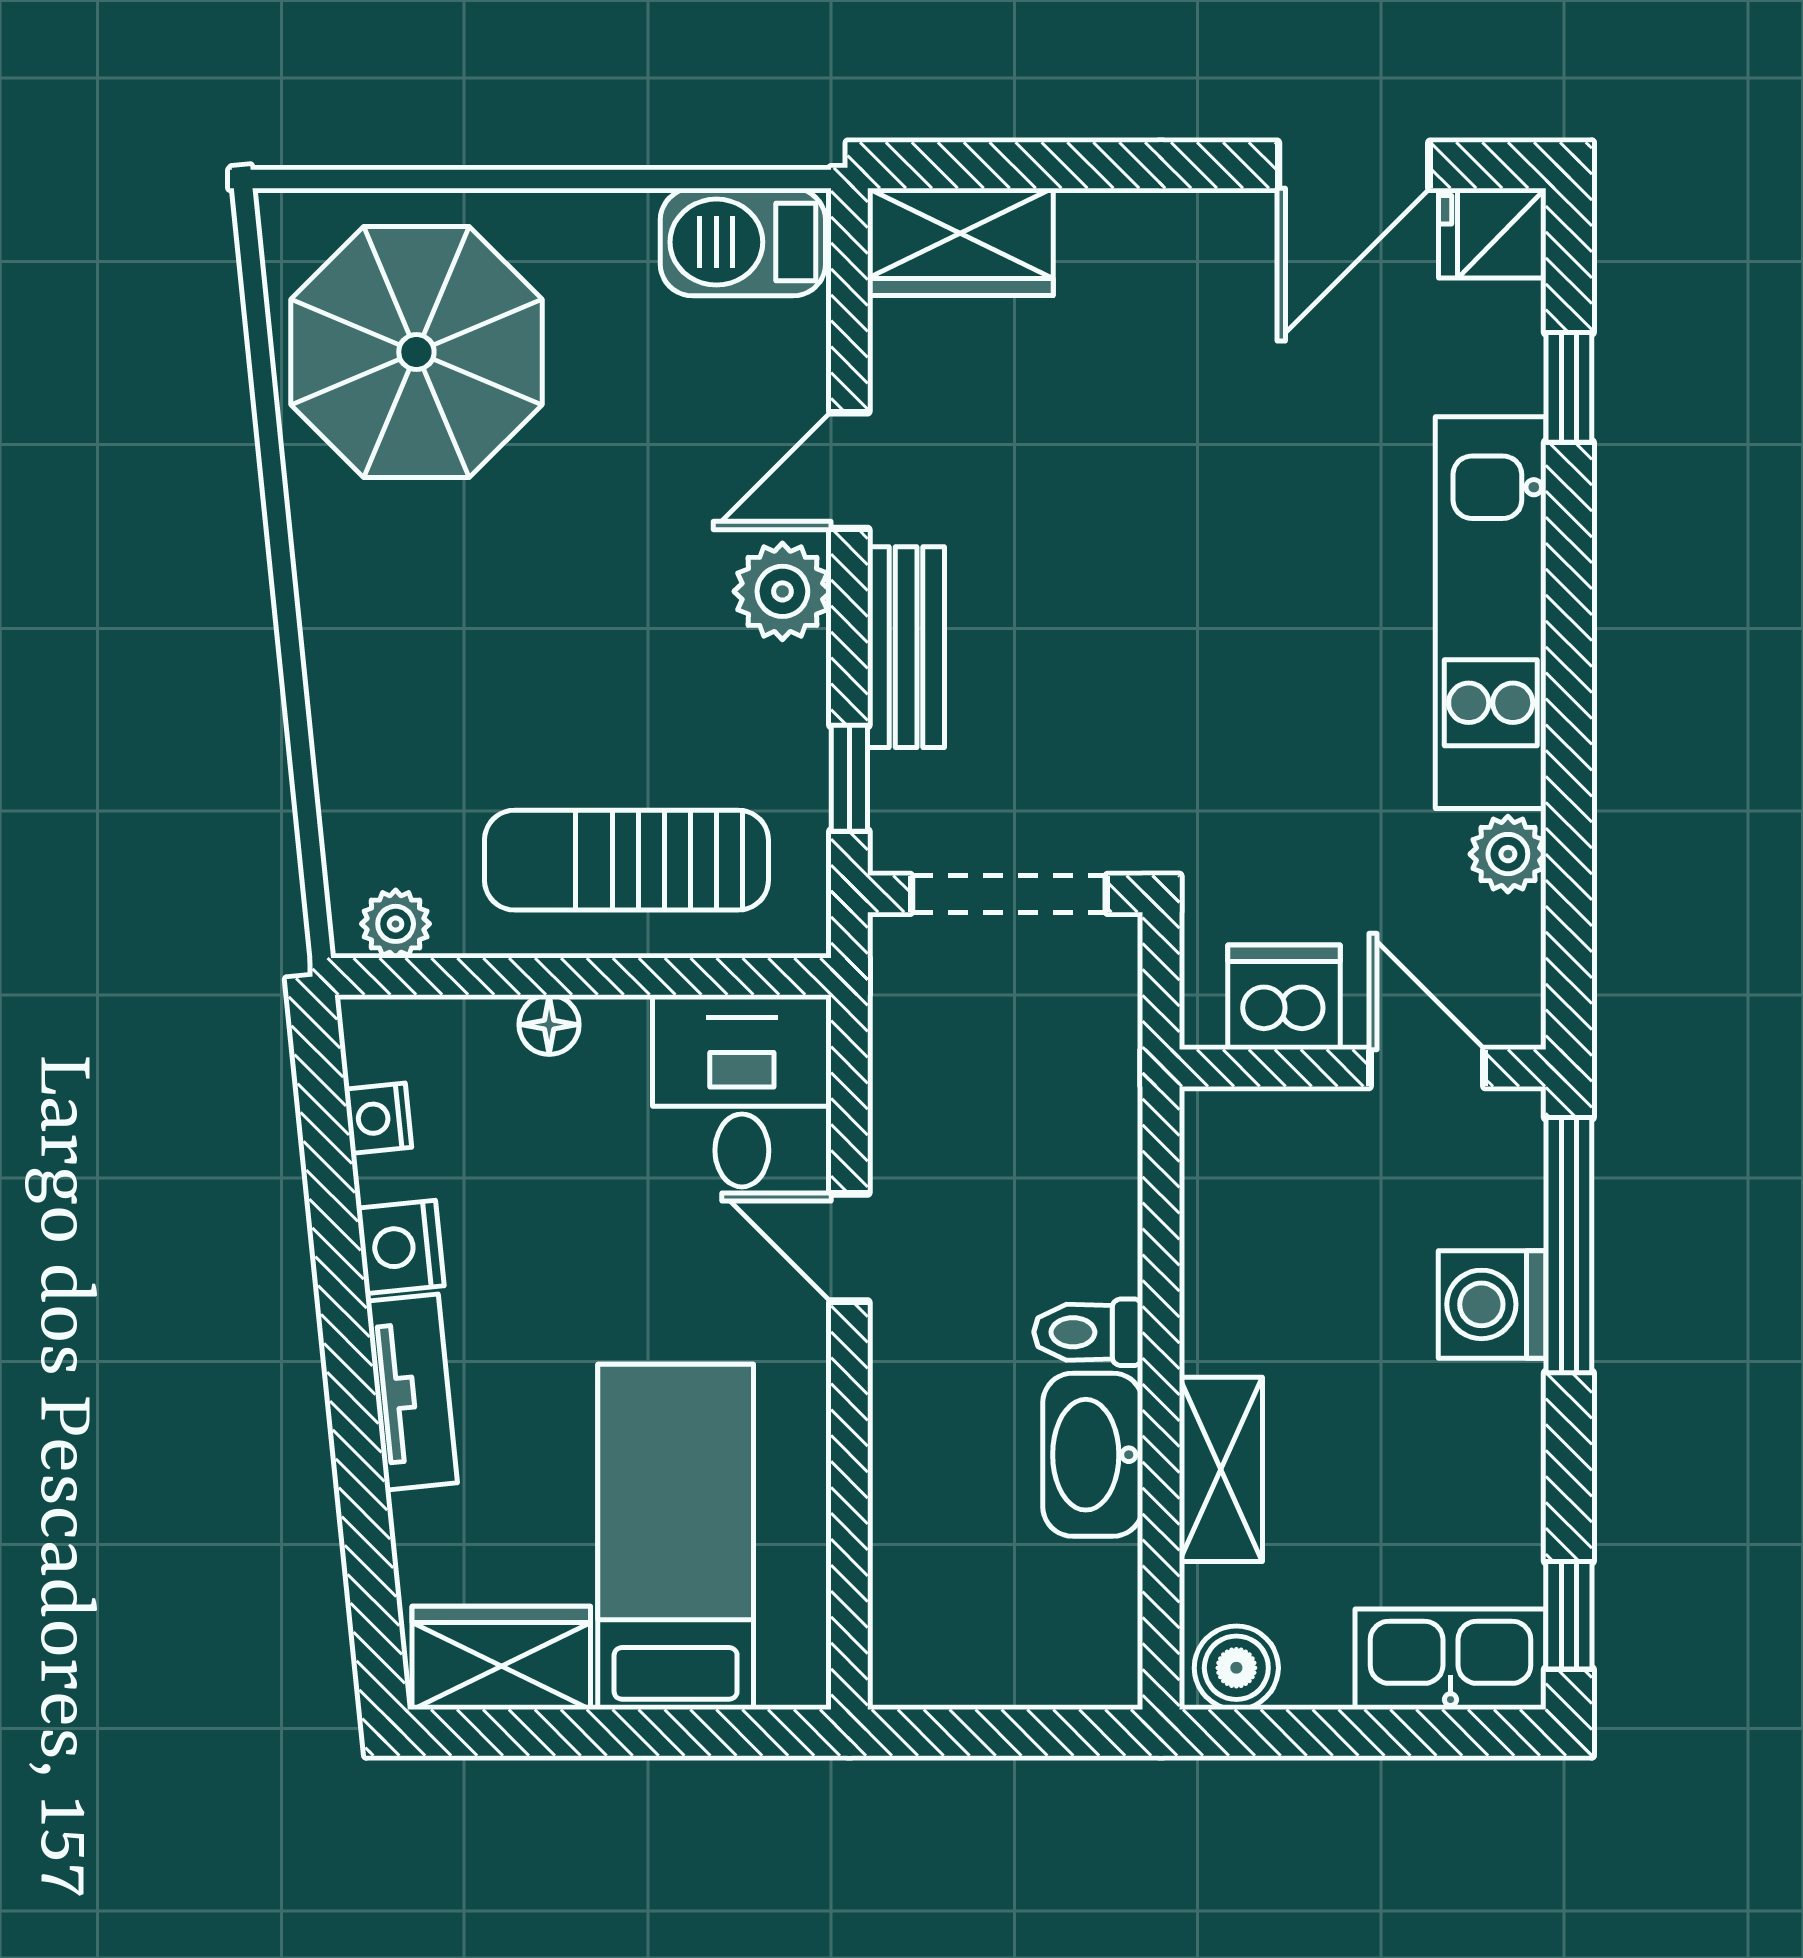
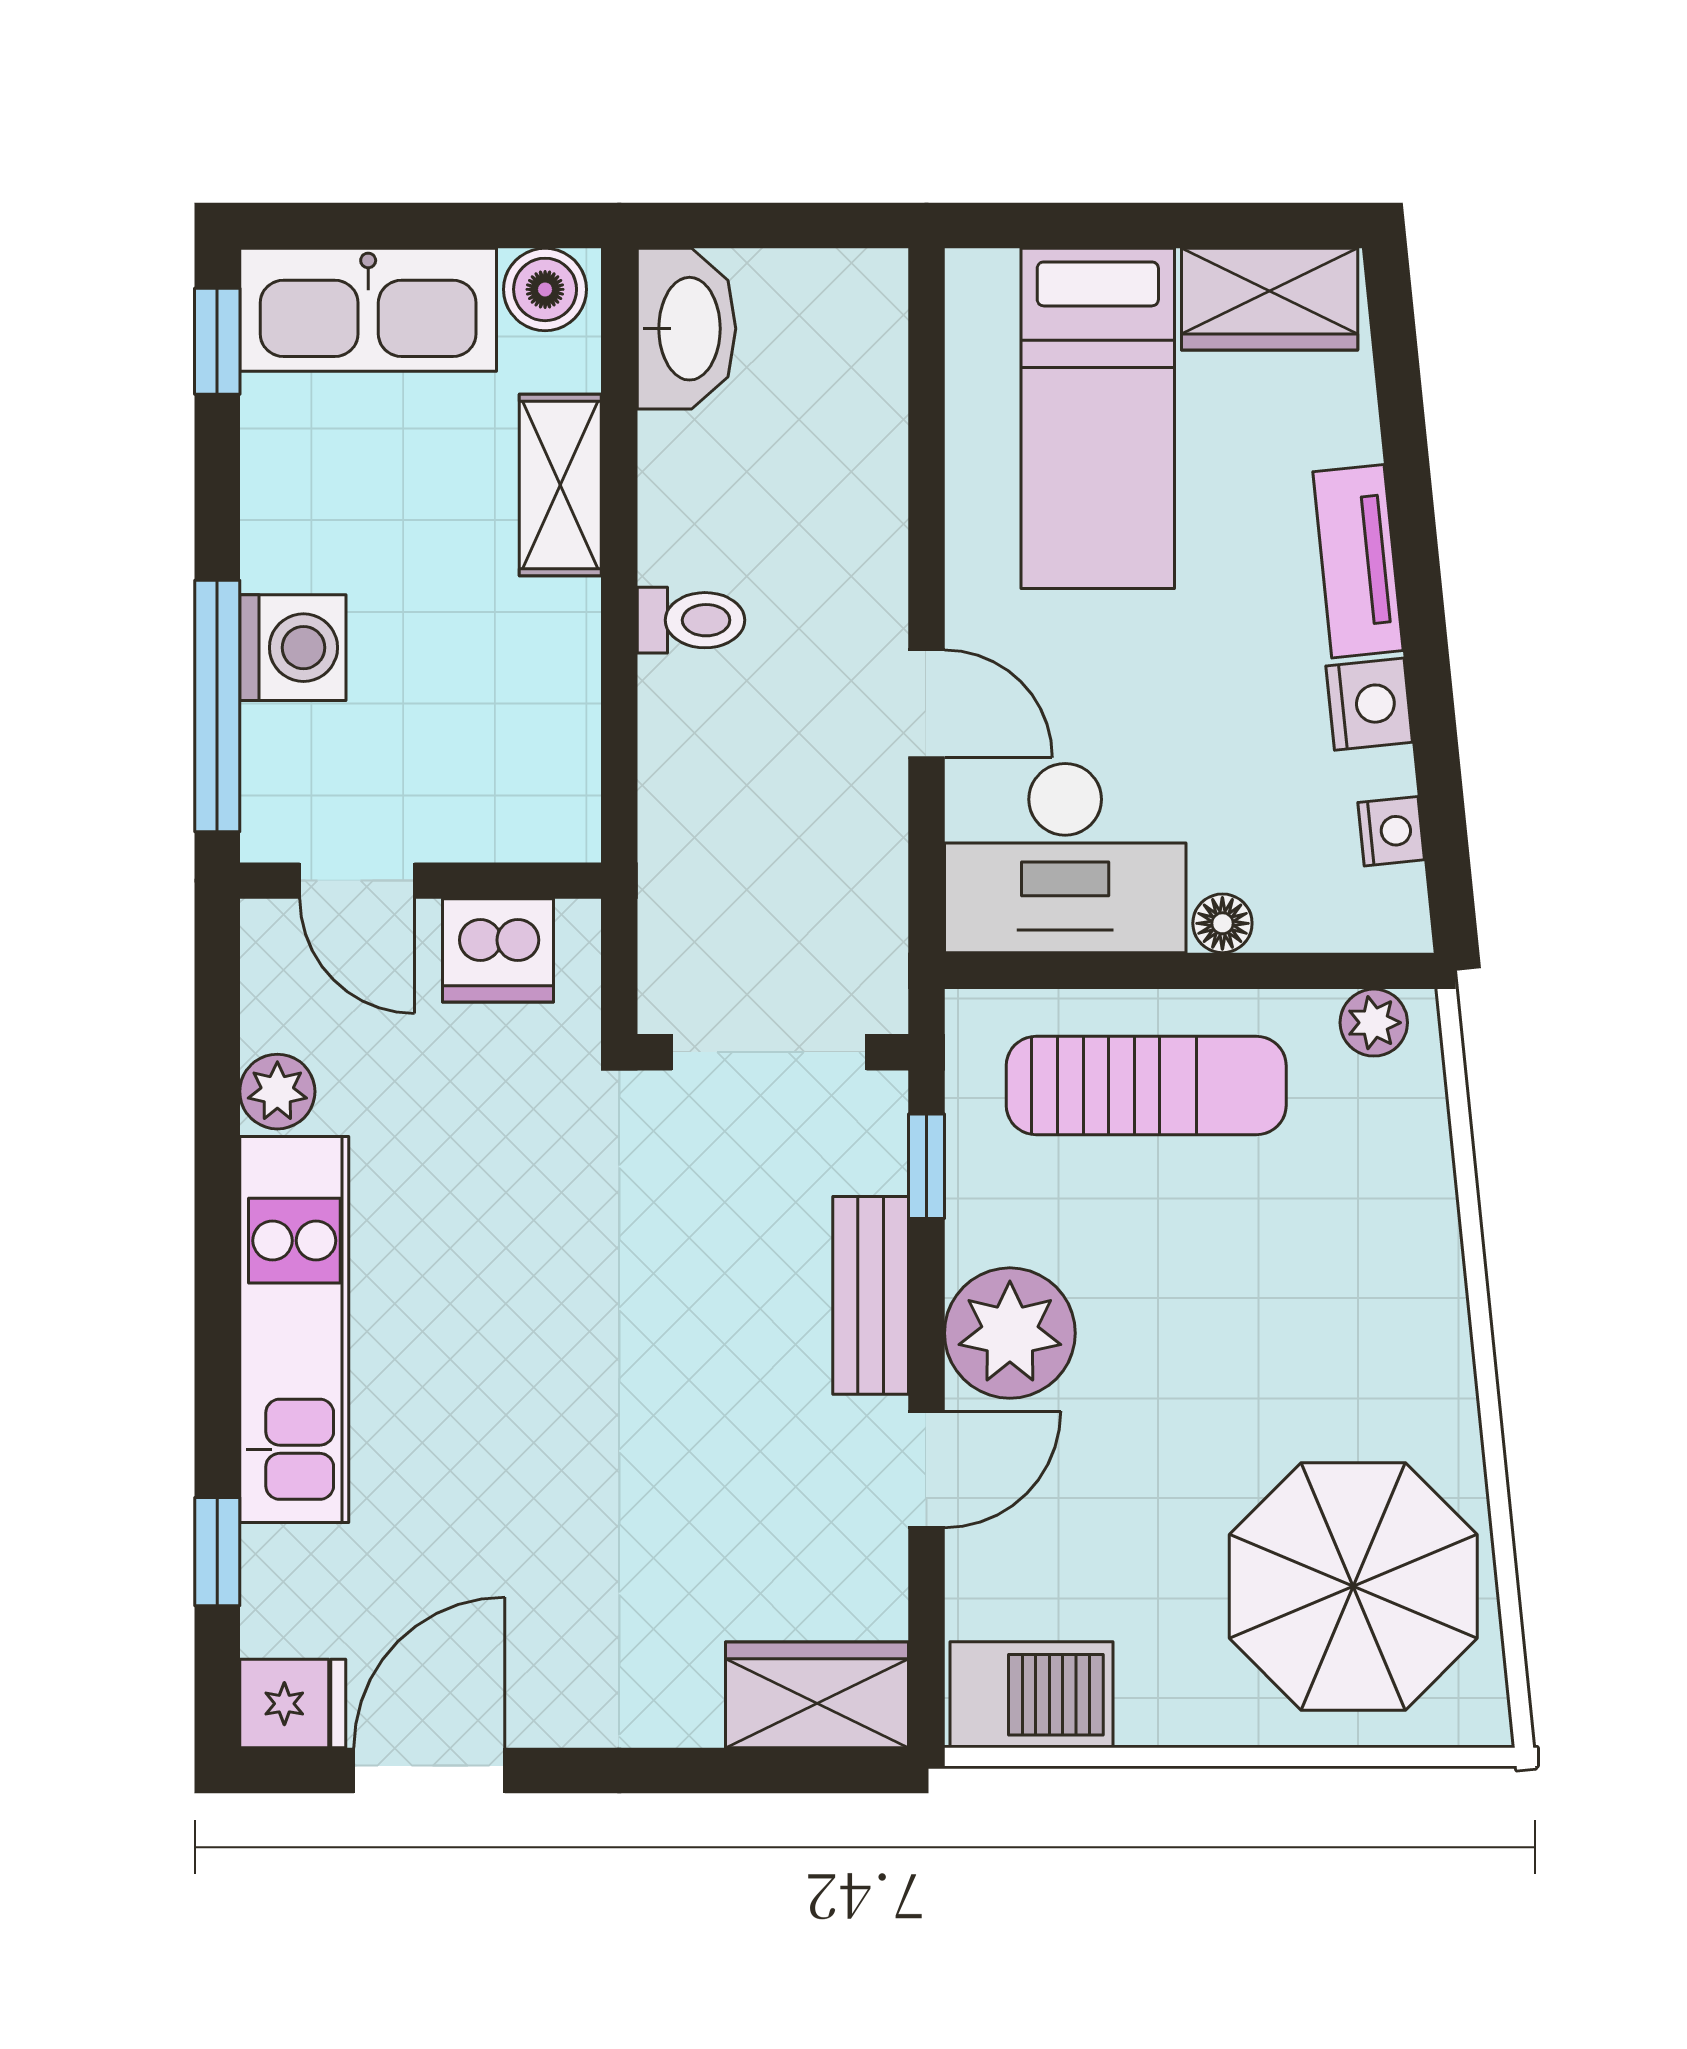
plant: (782, 591) -> (1010, 1333), width x1.36, depth x1.36
desk: (742, 1091) -> (1065, 858), width x1.37
washbasin: (1093, 1455) -> (687, 329), moved
kitchen sink: (1451, 1659) -> (368, 310), width x1.36, depth x1.24

